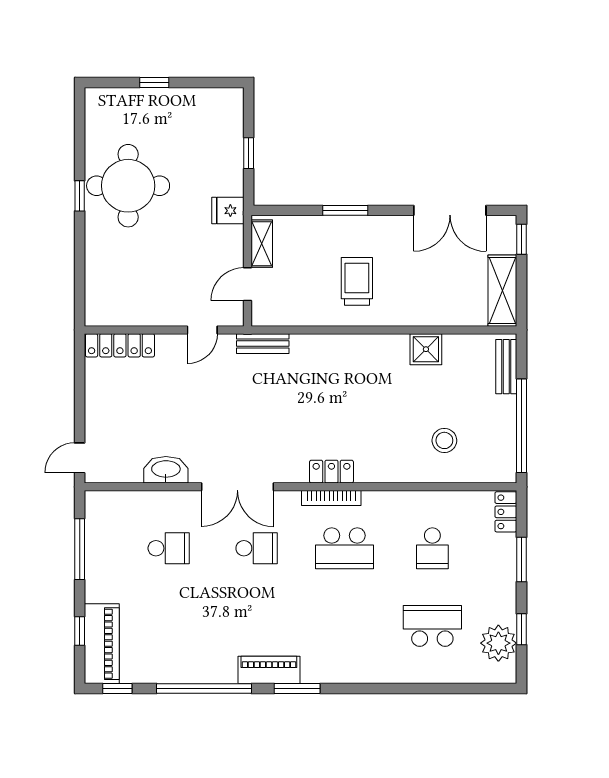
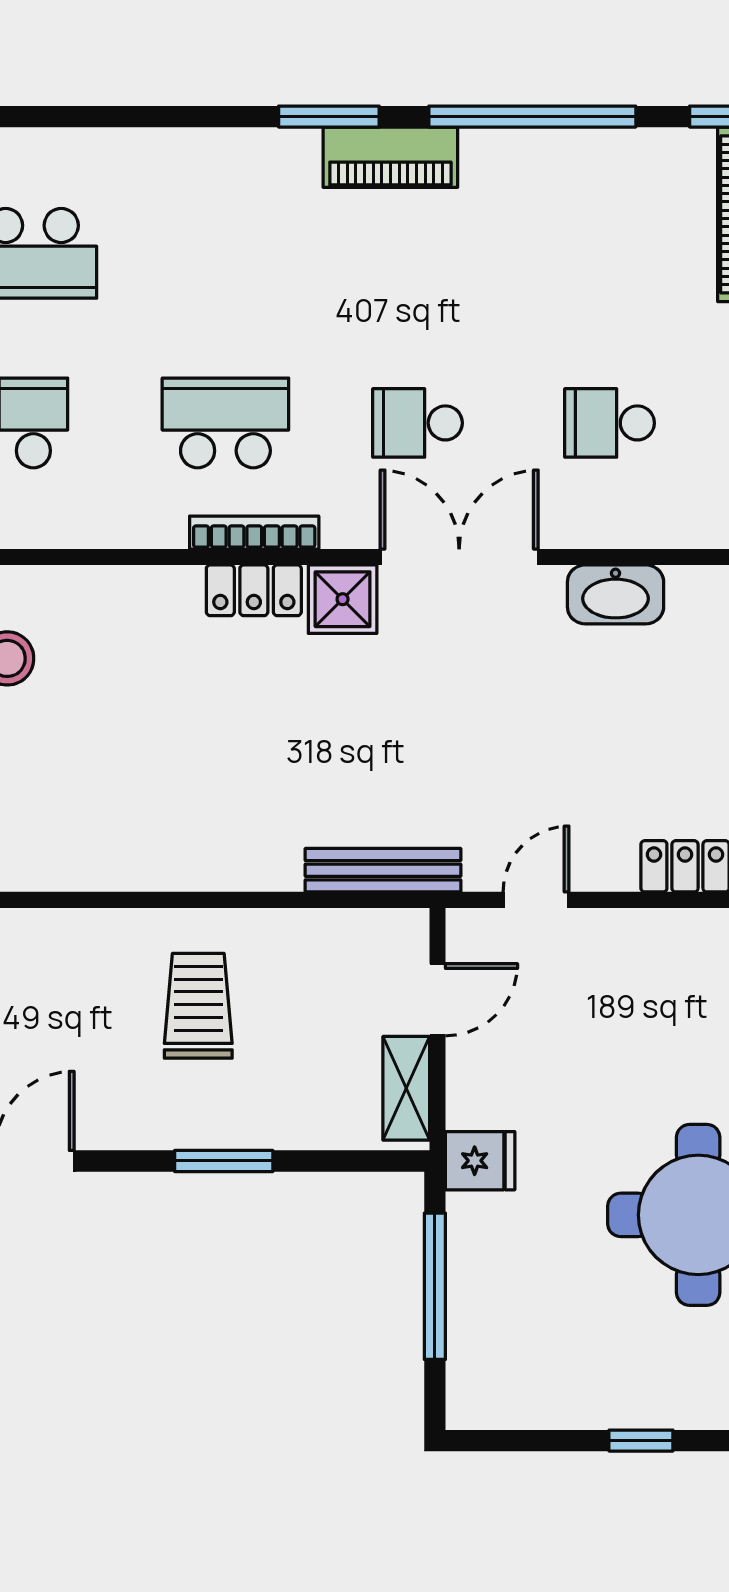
window: (249, 153) -> (435, 1286), width x2.17
trolley: (357, 281) -> (198, 1006), turned 180
bench: (263, 344) -> (383, 870), width x1.36
shower: (426, 349) -> (343, 599), moved

